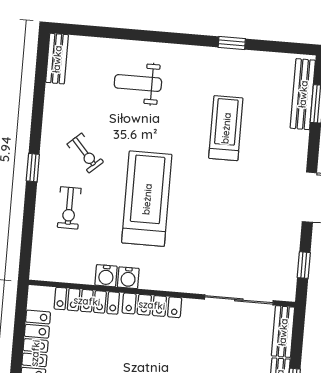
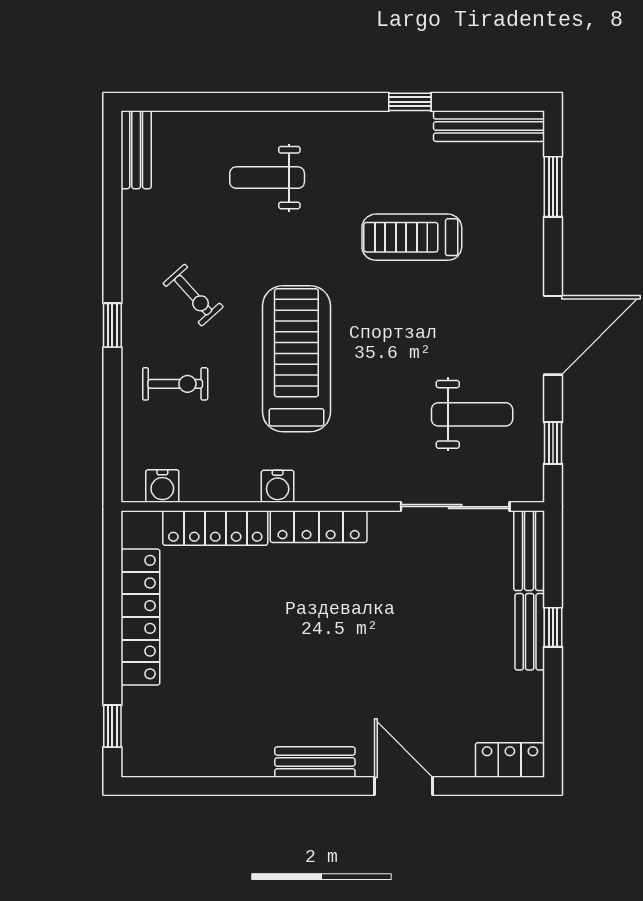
bench: (303, 94) -> (489, 126), moved, turned 90
treadmill: (226, 128) -> (412, 237), turned -90
exercise bike: (69, 208) -> (175, 384), turned -90
weight bench: (254, 243) -> (472, 414), added
water cooler: (106, 276) -> (162, 486), moved

